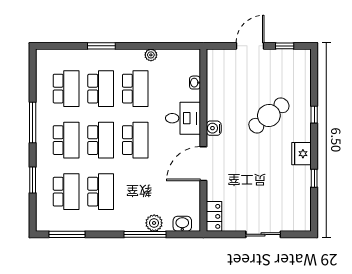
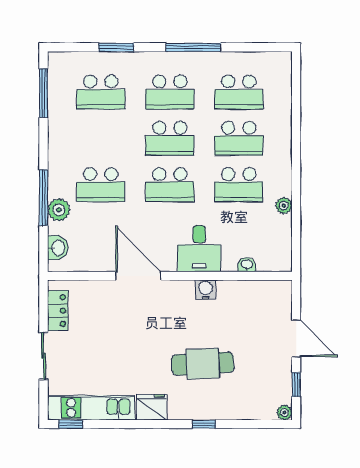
window: (101, 46) -> (296, 139), removed
plant: (305, 54) -> (284, 412), added
cafe table: (269, 115) -> (203, 364), turned -54
water cooler: (214, 128) -> (206, 290), moved
window: (314, 178) -> (71, 424), moved
school desk: (101, 192) -> (101, 185), moved
kitchen unit: (302, 199) -> (91, 408), added
locker: (214, 216) -> (58, 311), moved, turned -90

